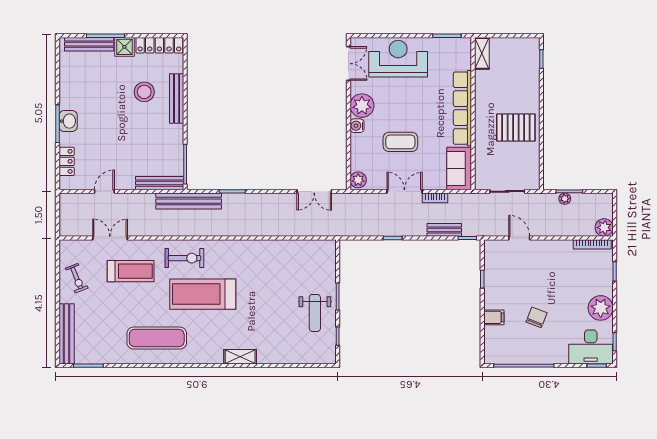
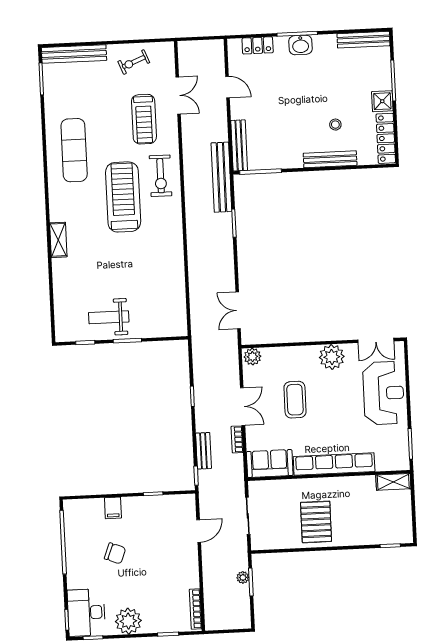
bench: (89, 44) -> (363, 40), moved, turned 90
stool: (144, 92) -> (335, 125), width x0.53, depth x0.53
water cooler: (357, 126) -> (310, 353), removed
plant: (604, 228) -> (214, 621), removed

